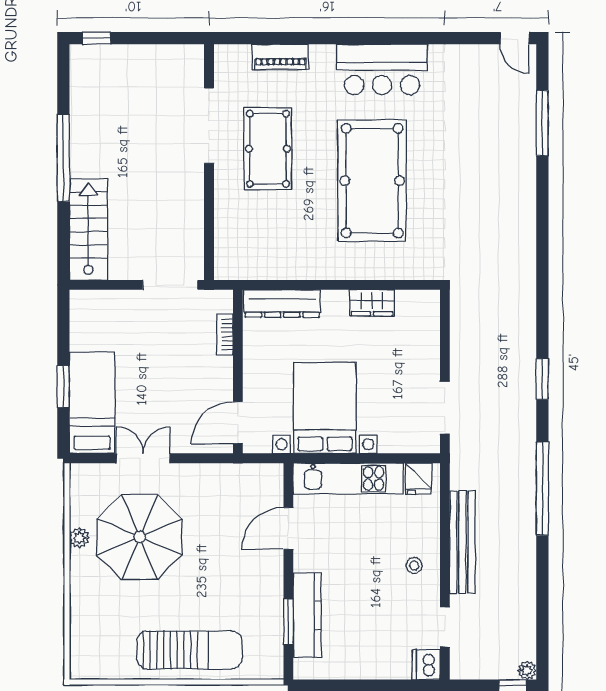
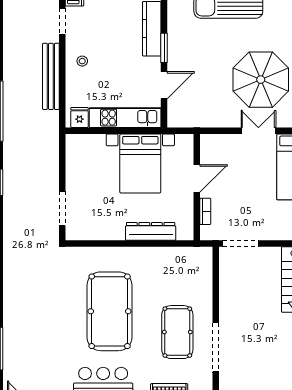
dresser: (282, 303) -> (151, 231), moved
wardrobe: (372, 303) -> (110, 232), removed
doorway: (445, 408) -> (62, 209), moved
door: (238, 423) -> (197, 178), moved
double door: (143, 458) -> (258, 131), swing flipped
window: (288, 622) -> (164, 48), moved

